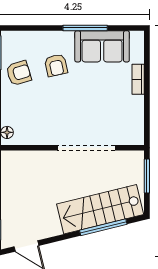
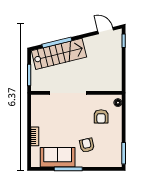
armchair: (19, 73) -> (101, 116), moved, turned -73

